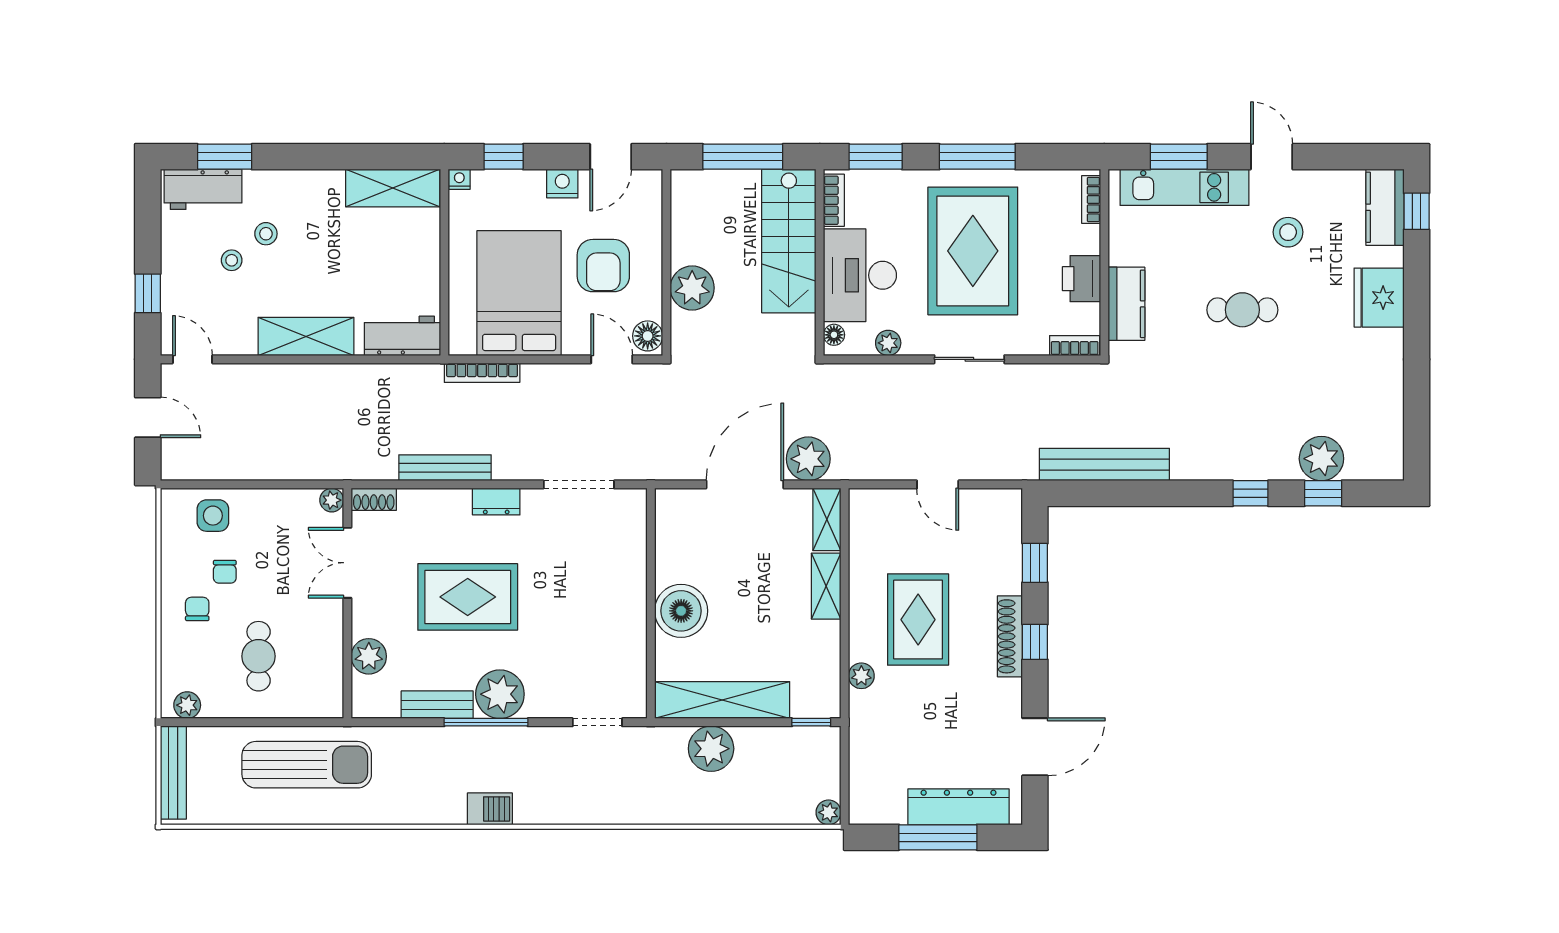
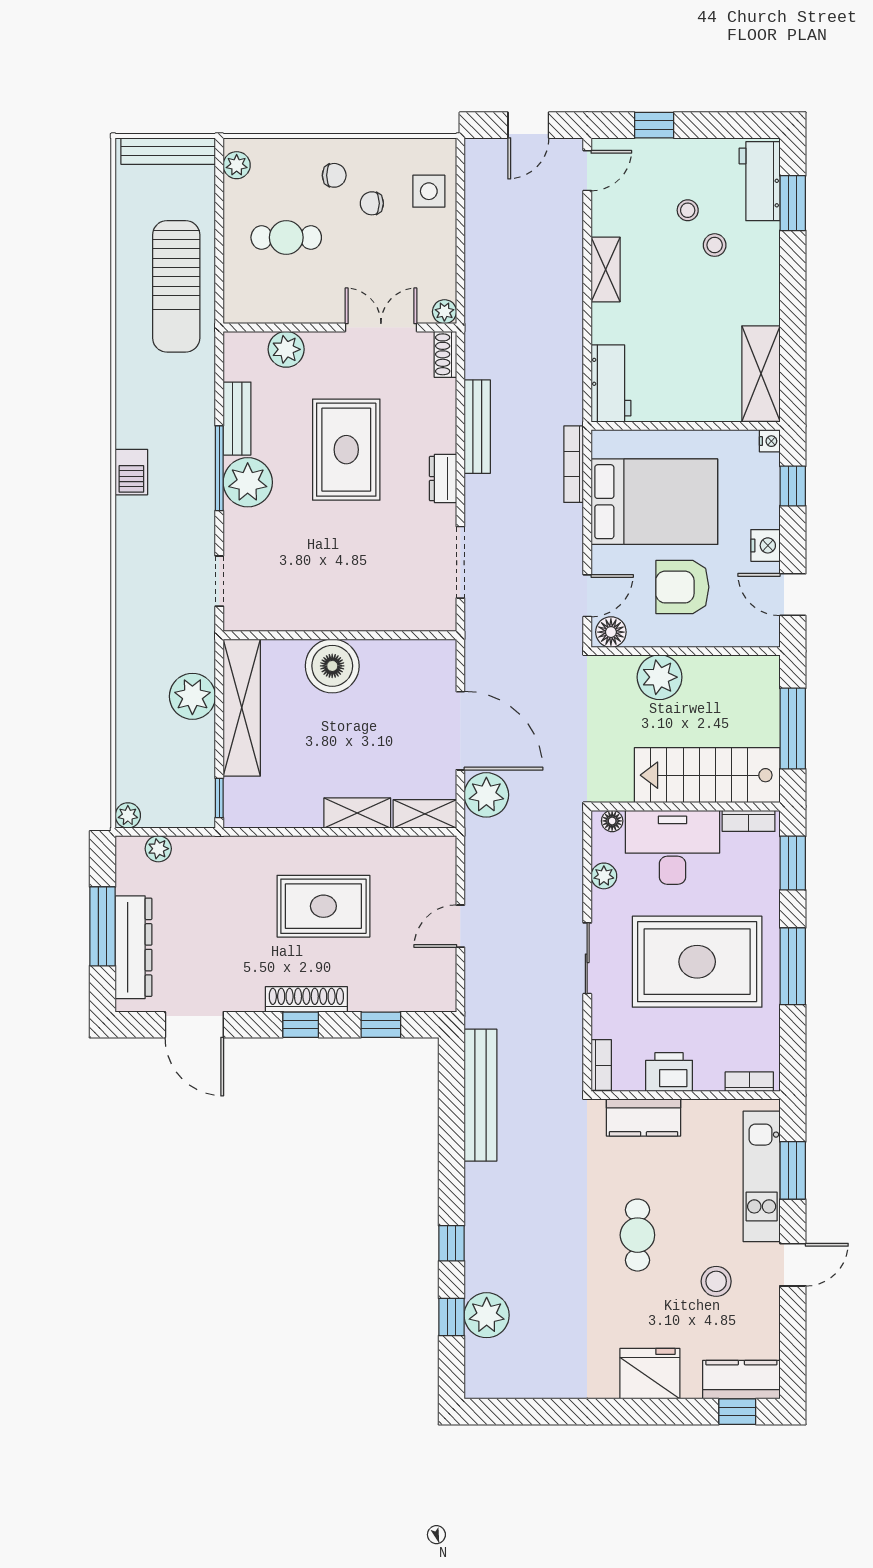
shelving: (306, 336) -> (606, 269), width x0.67, depth x0.75
plant: (861, 676) -> (158, 849), moved

